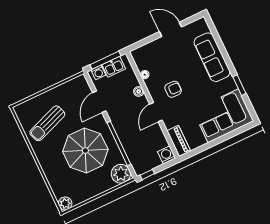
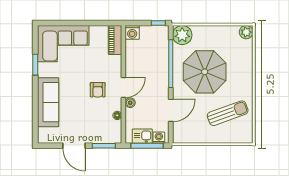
window: (144, 42) -> (104, 146), added
armchair: (173, 89) -> (98, 90), turned -90
door: (156, 112) -> (123, 87), moved

